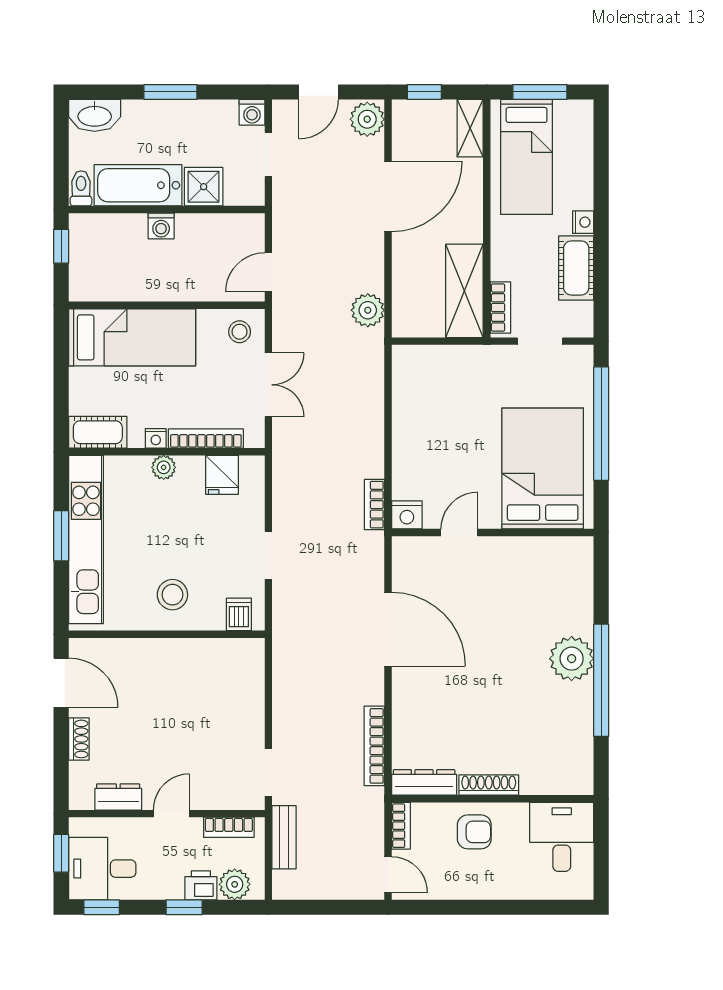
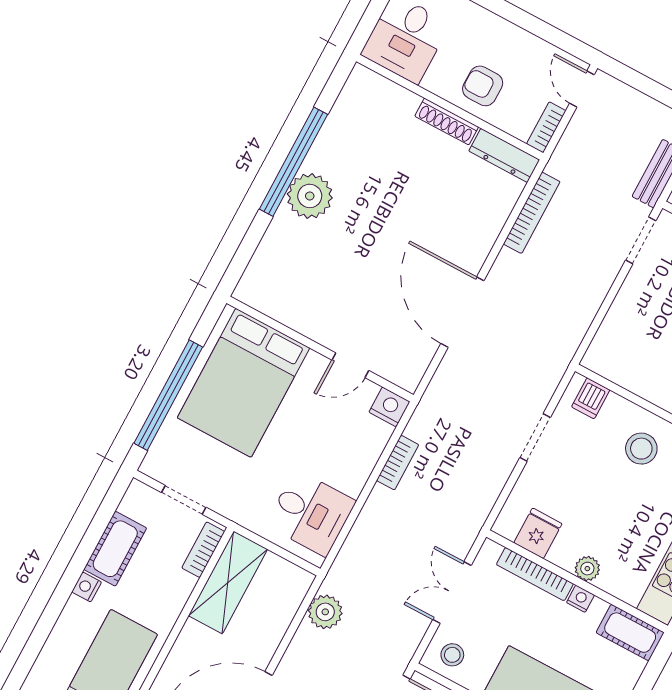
desk: (425, 388) -> (311, 513), added
bookcase: (374, 505) -> (398, 463), moved

